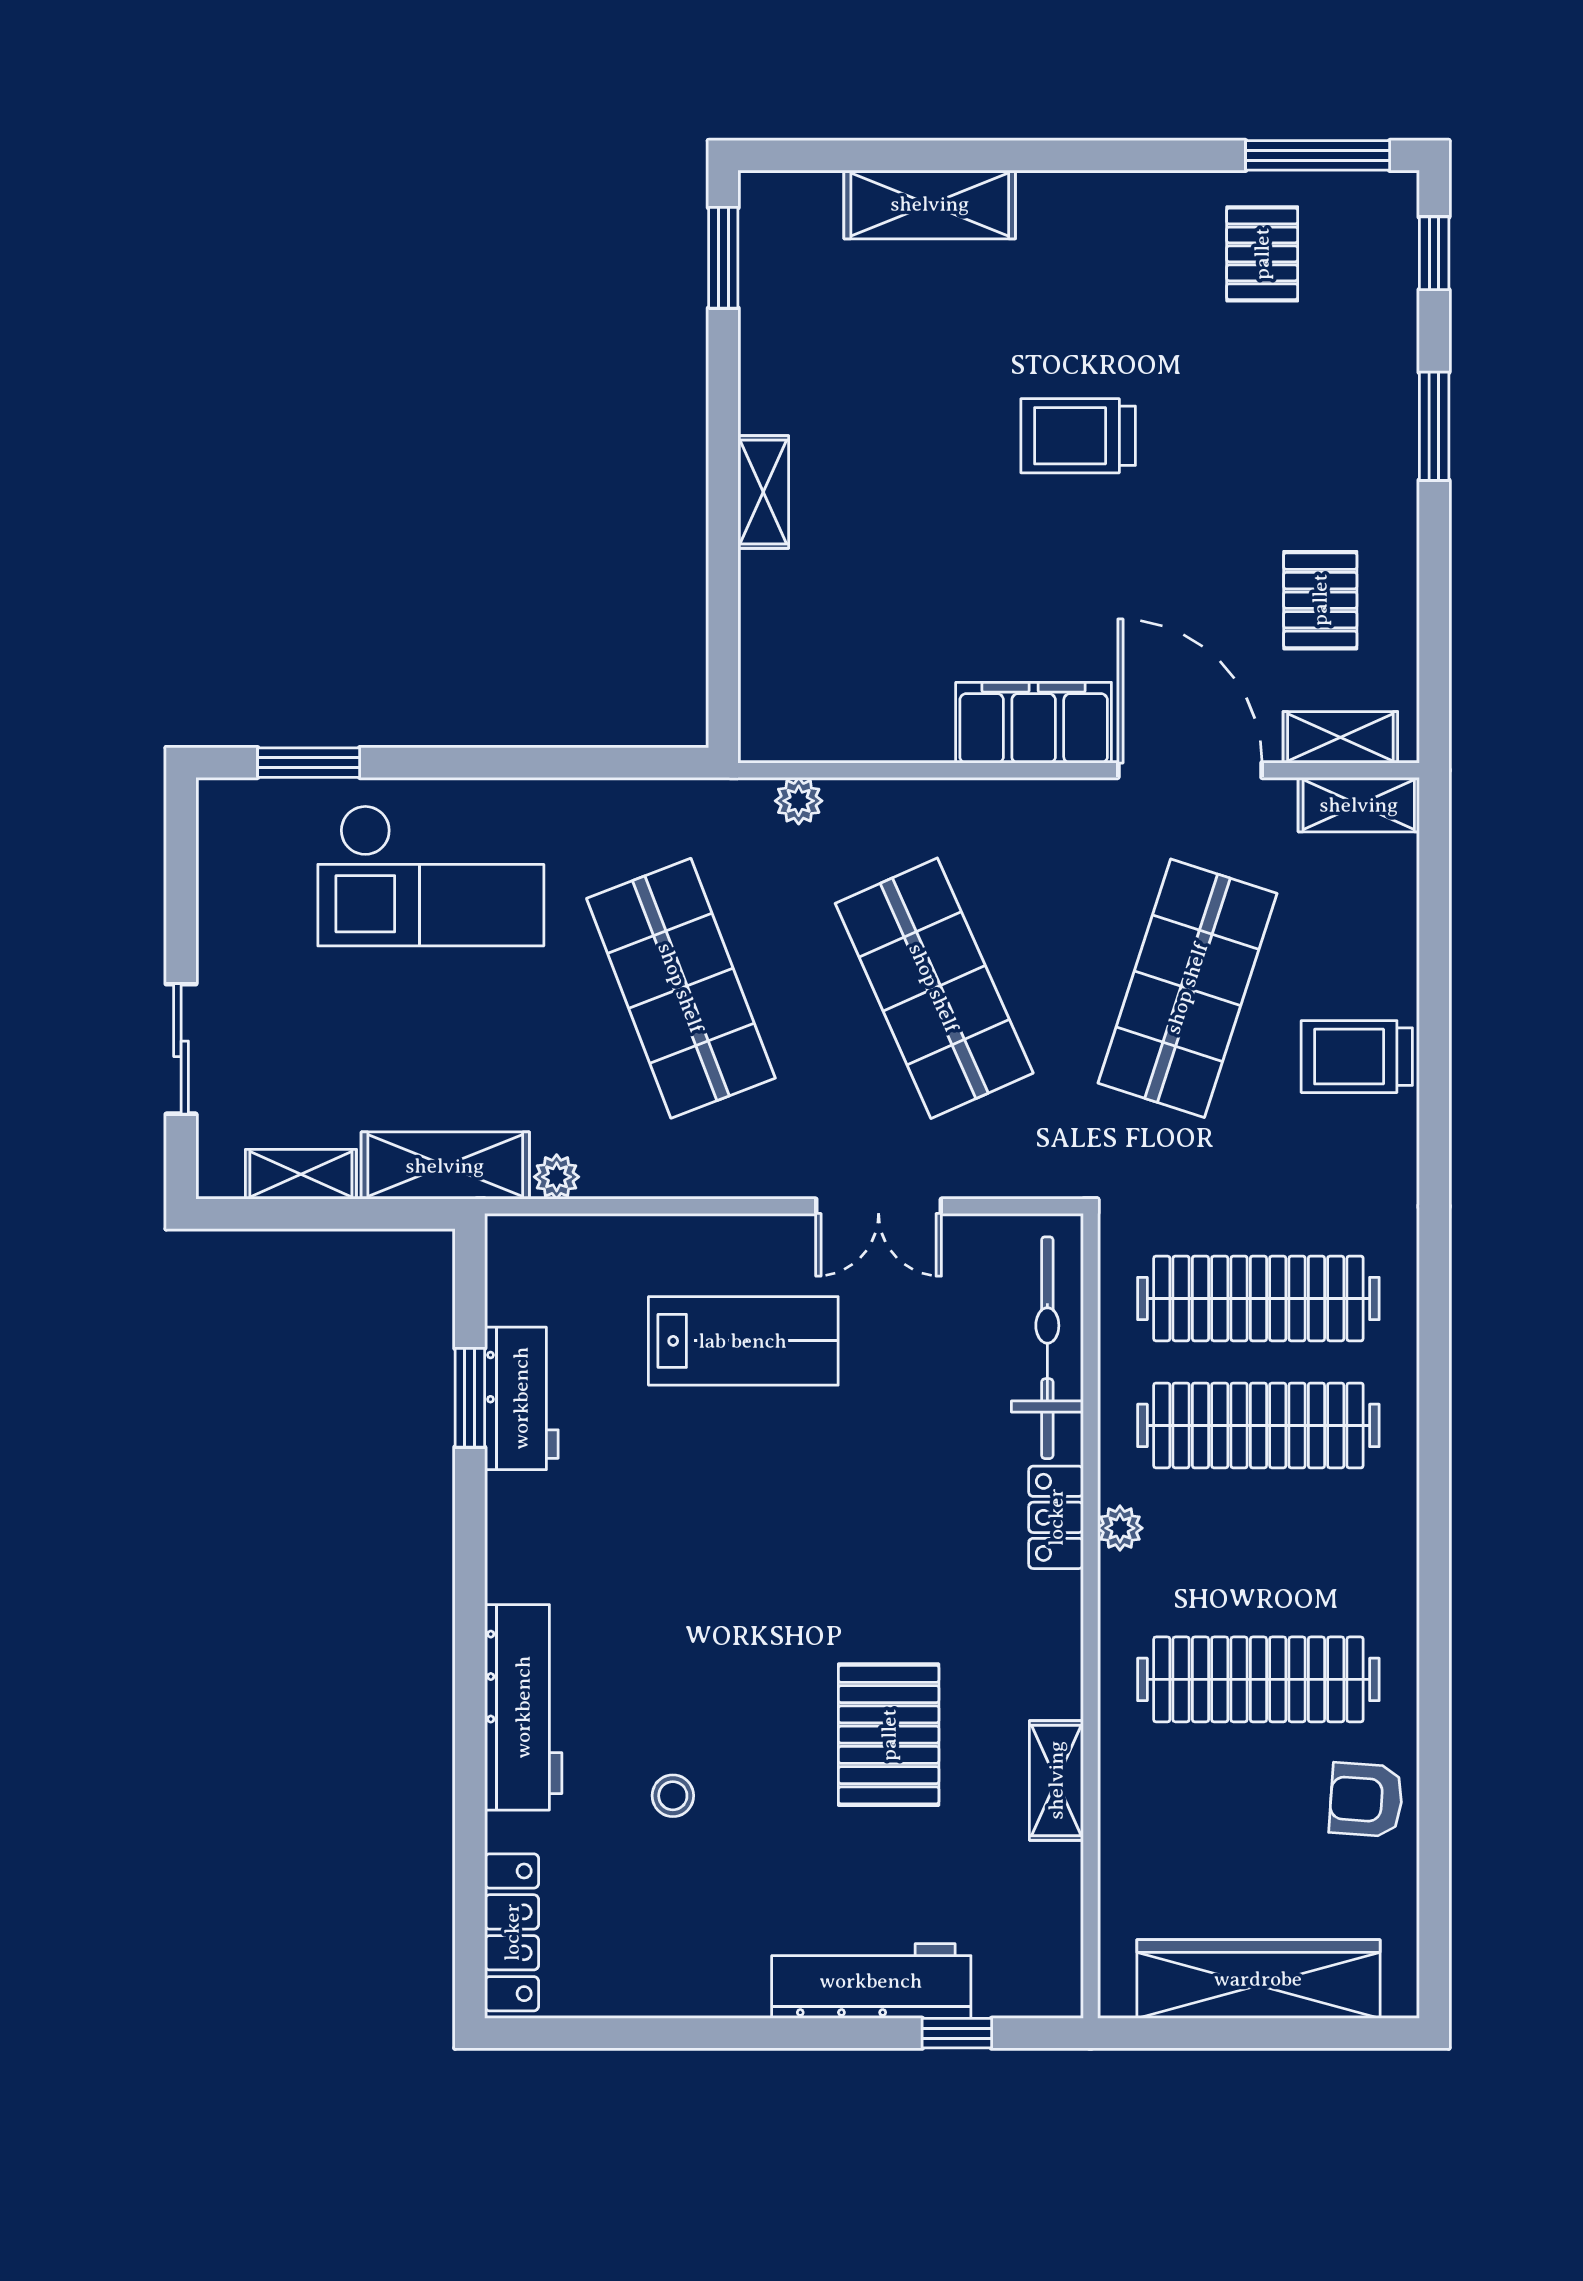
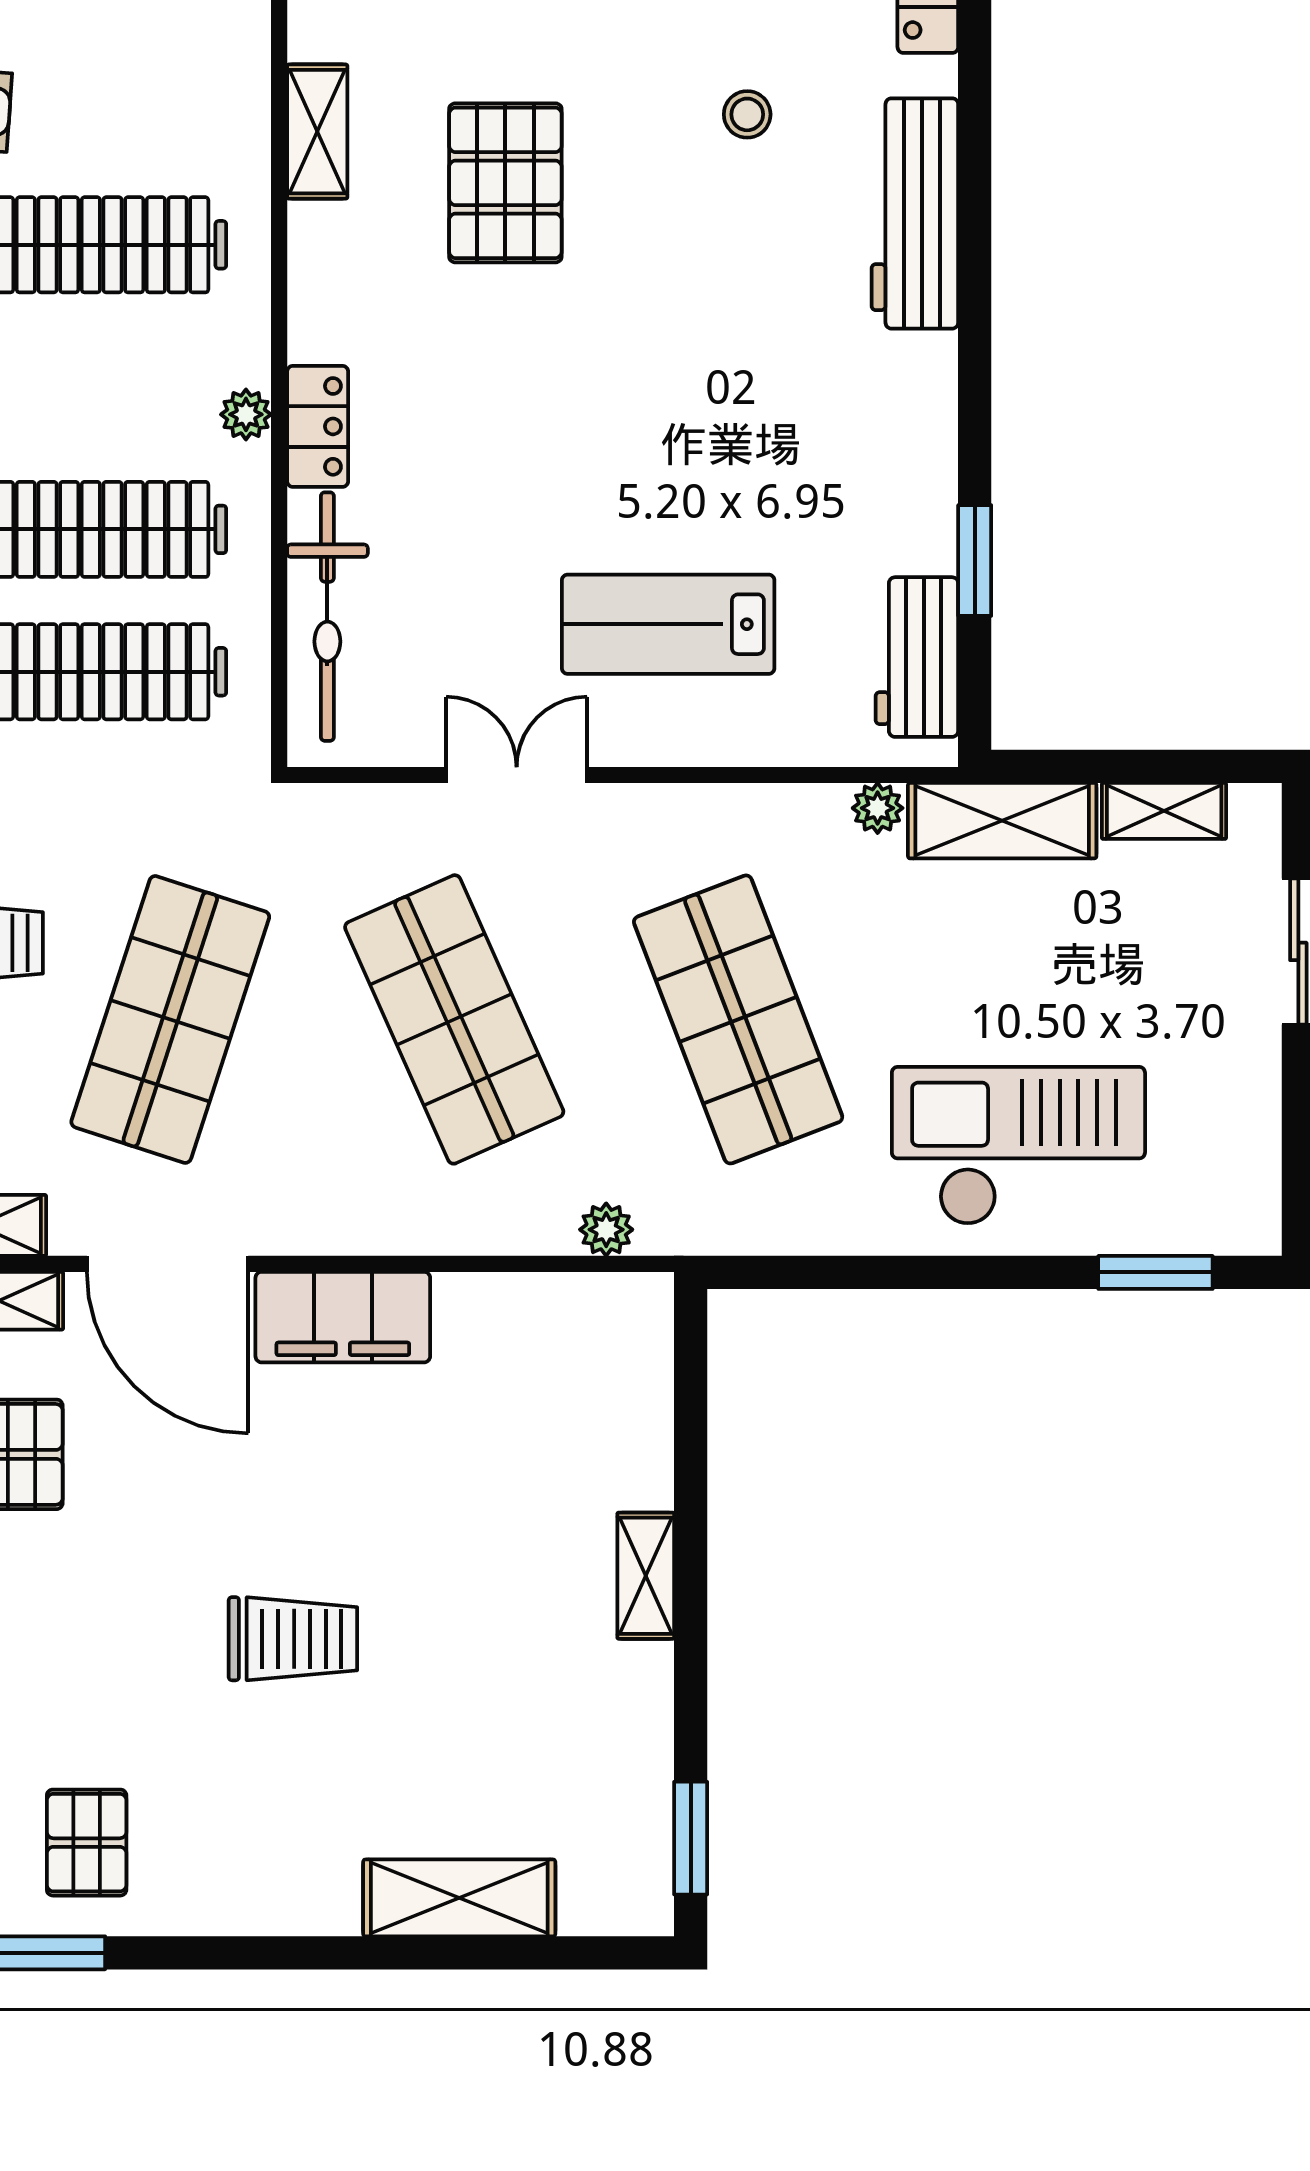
workbench: (521, 1398) -> (917, 657), moved

